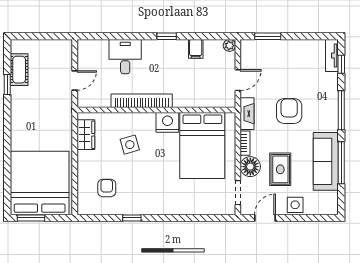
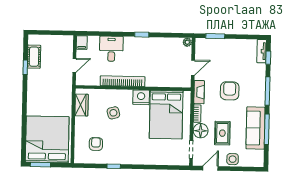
filing cabinet: (196, 49) -> (82, 43), moved

